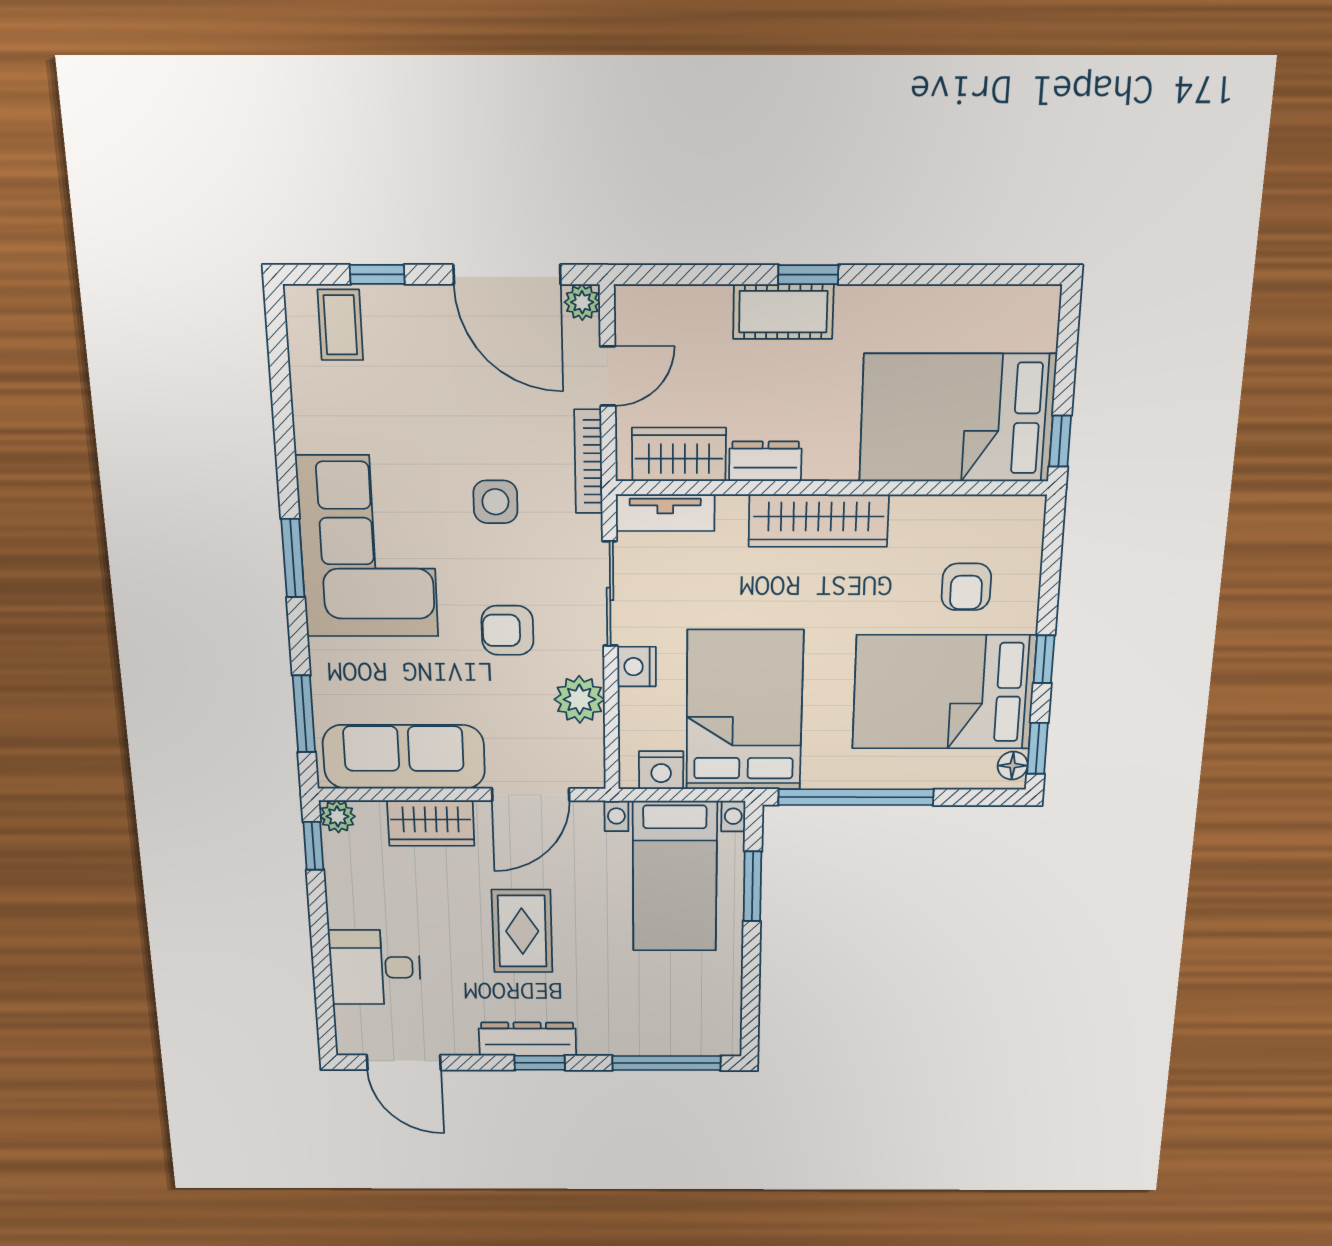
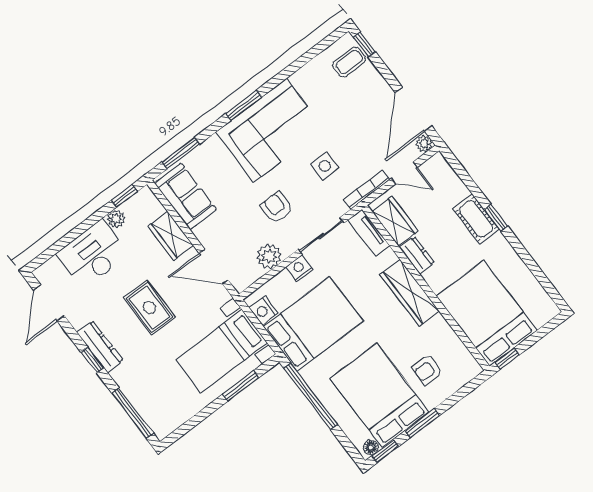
window: (377, 274) -> (364, 44), moved
window: (1044, 659) -> (422, 423), width x1.50
sofa: (404, 757) -> (186, 196), width x0.73
plant: (337, 816) -> (116, 219), moved
rug: (522, 931) -> (149, 308), turned 90
desk: (375, 967) -> (93, 254), width x1.37

